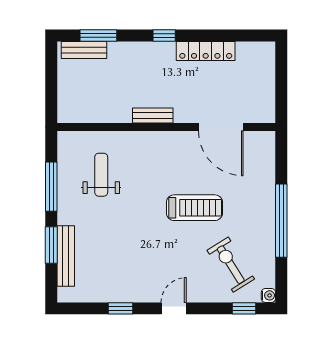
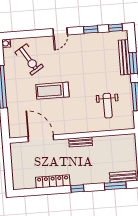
window: (244, 308) -> (116, 28), moved

